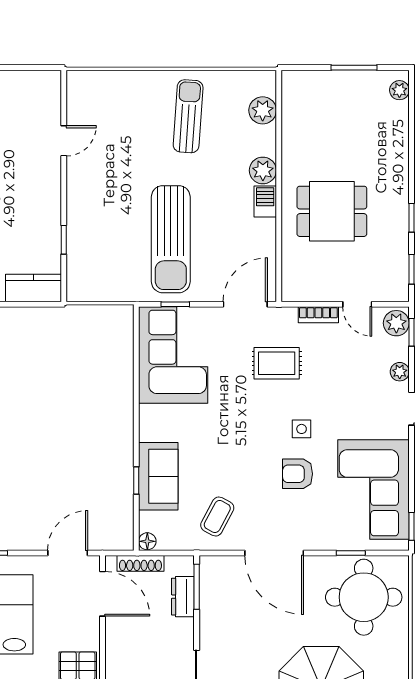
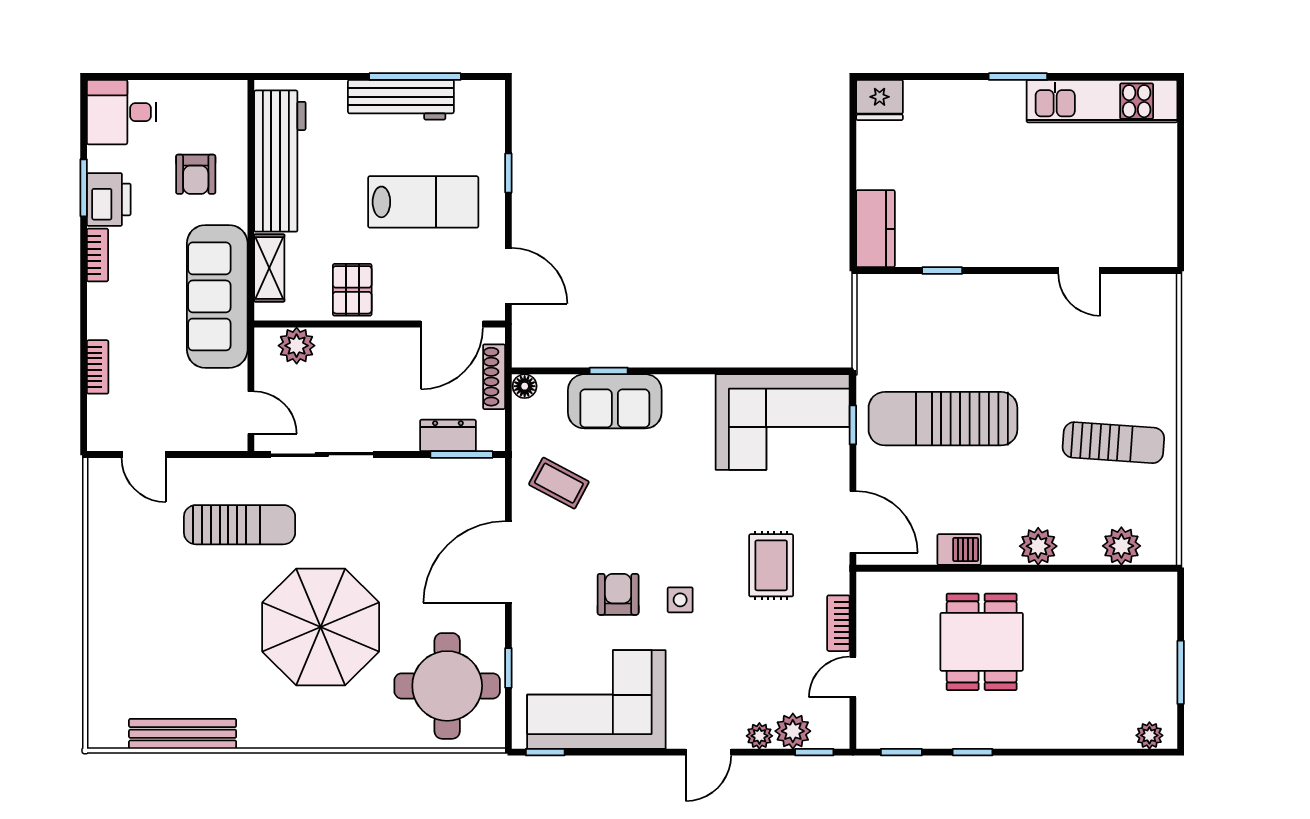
barbecue: (265, 201) -> (959, 549), moved
plant: (396, 323) -> (793, 731), moved

